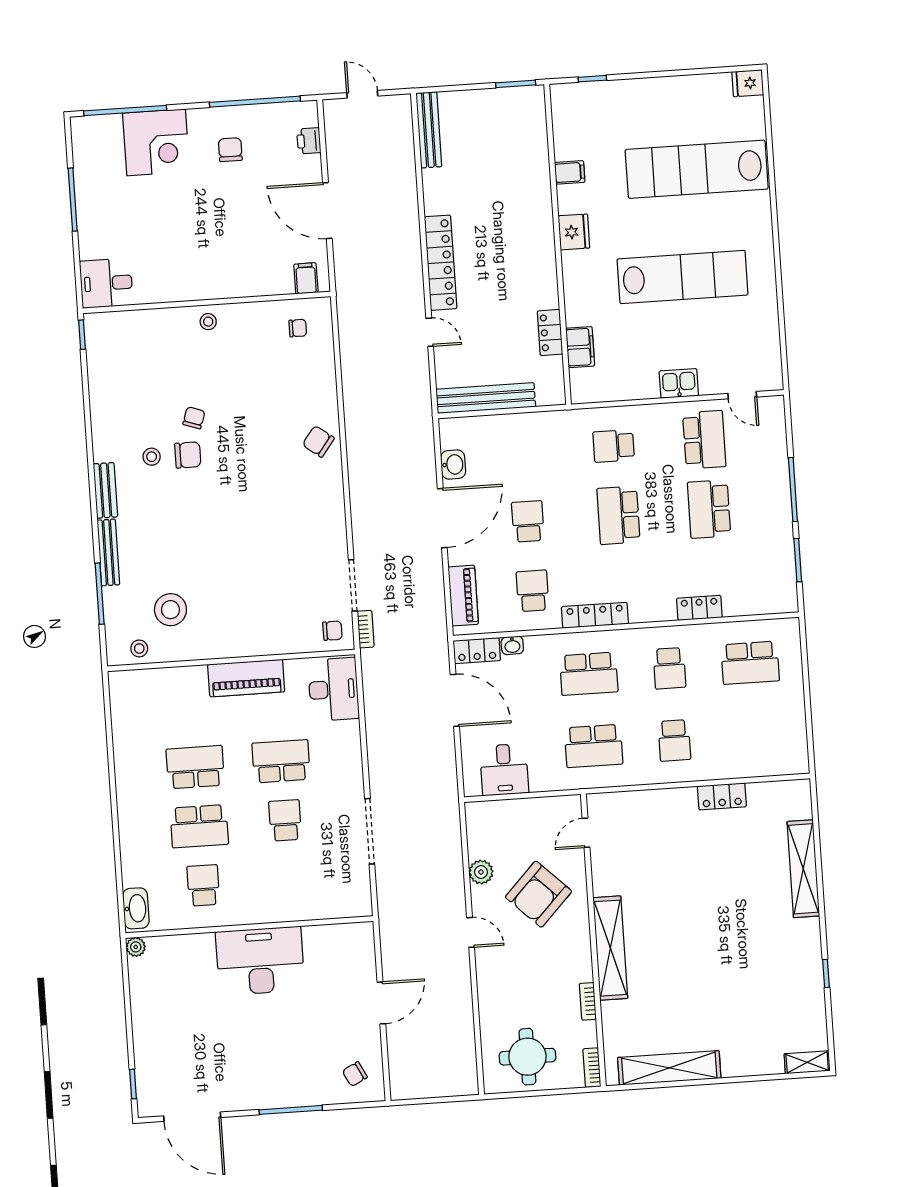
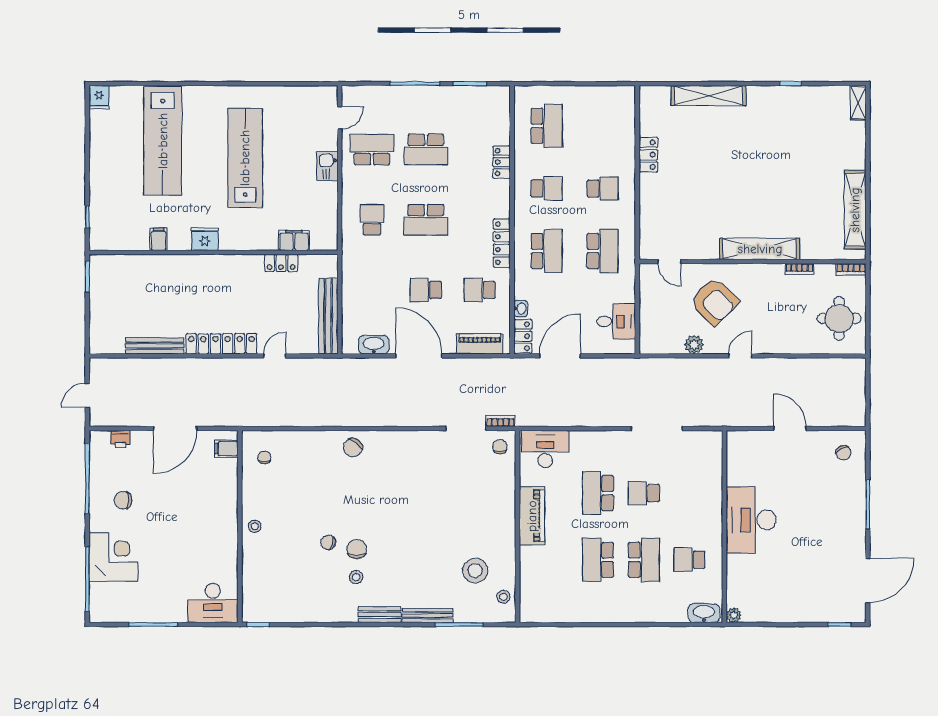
bench: (429, 130) -> (155, 346), moved
desk: (106, 283) -> (213, 603), width x1.37
school desk: (614, 446) -> (372, 220), turned 180
washbasin: (453, 465) -> (374, 345), width x1.38

